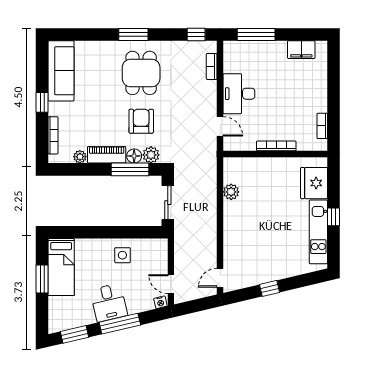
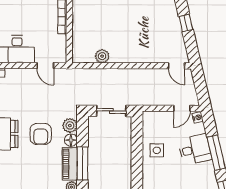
armchair: (141, 121) -> (41, 134), turned -90
door: (220, 126) -> (45, 66), swing flipped
window: (130, 169) -> (82, 163), moved
desk: (109, 303) -> (195, 149), moved

